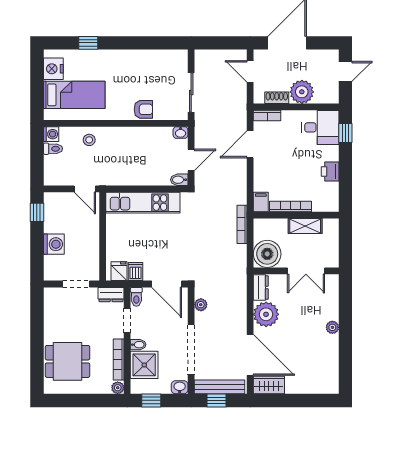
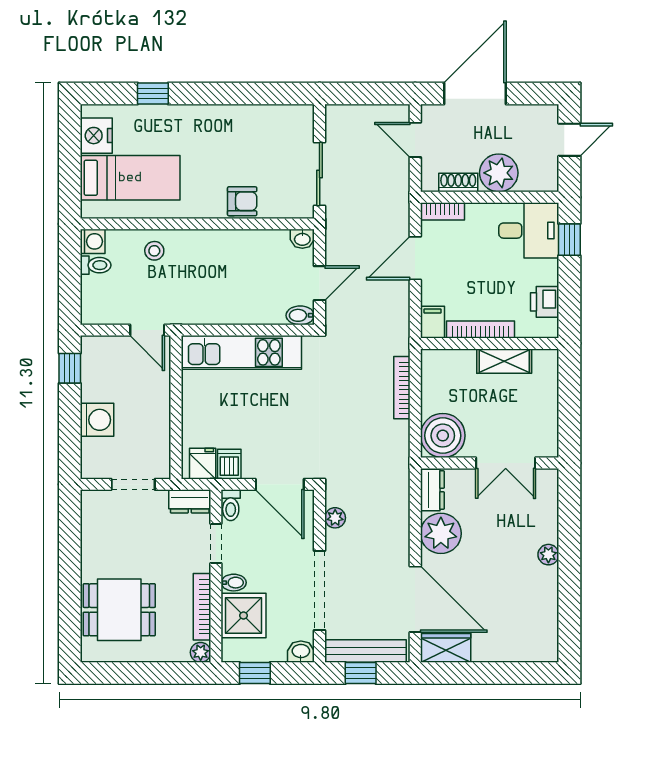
filing cabinet: (261, 202) -> (433, 322), moved
bookcase: (290, 207) -> (480, 329), moved
wall: (296, 215) -> (490, 343), moved
shelving: (305, 226) -> (504, 361), moved

